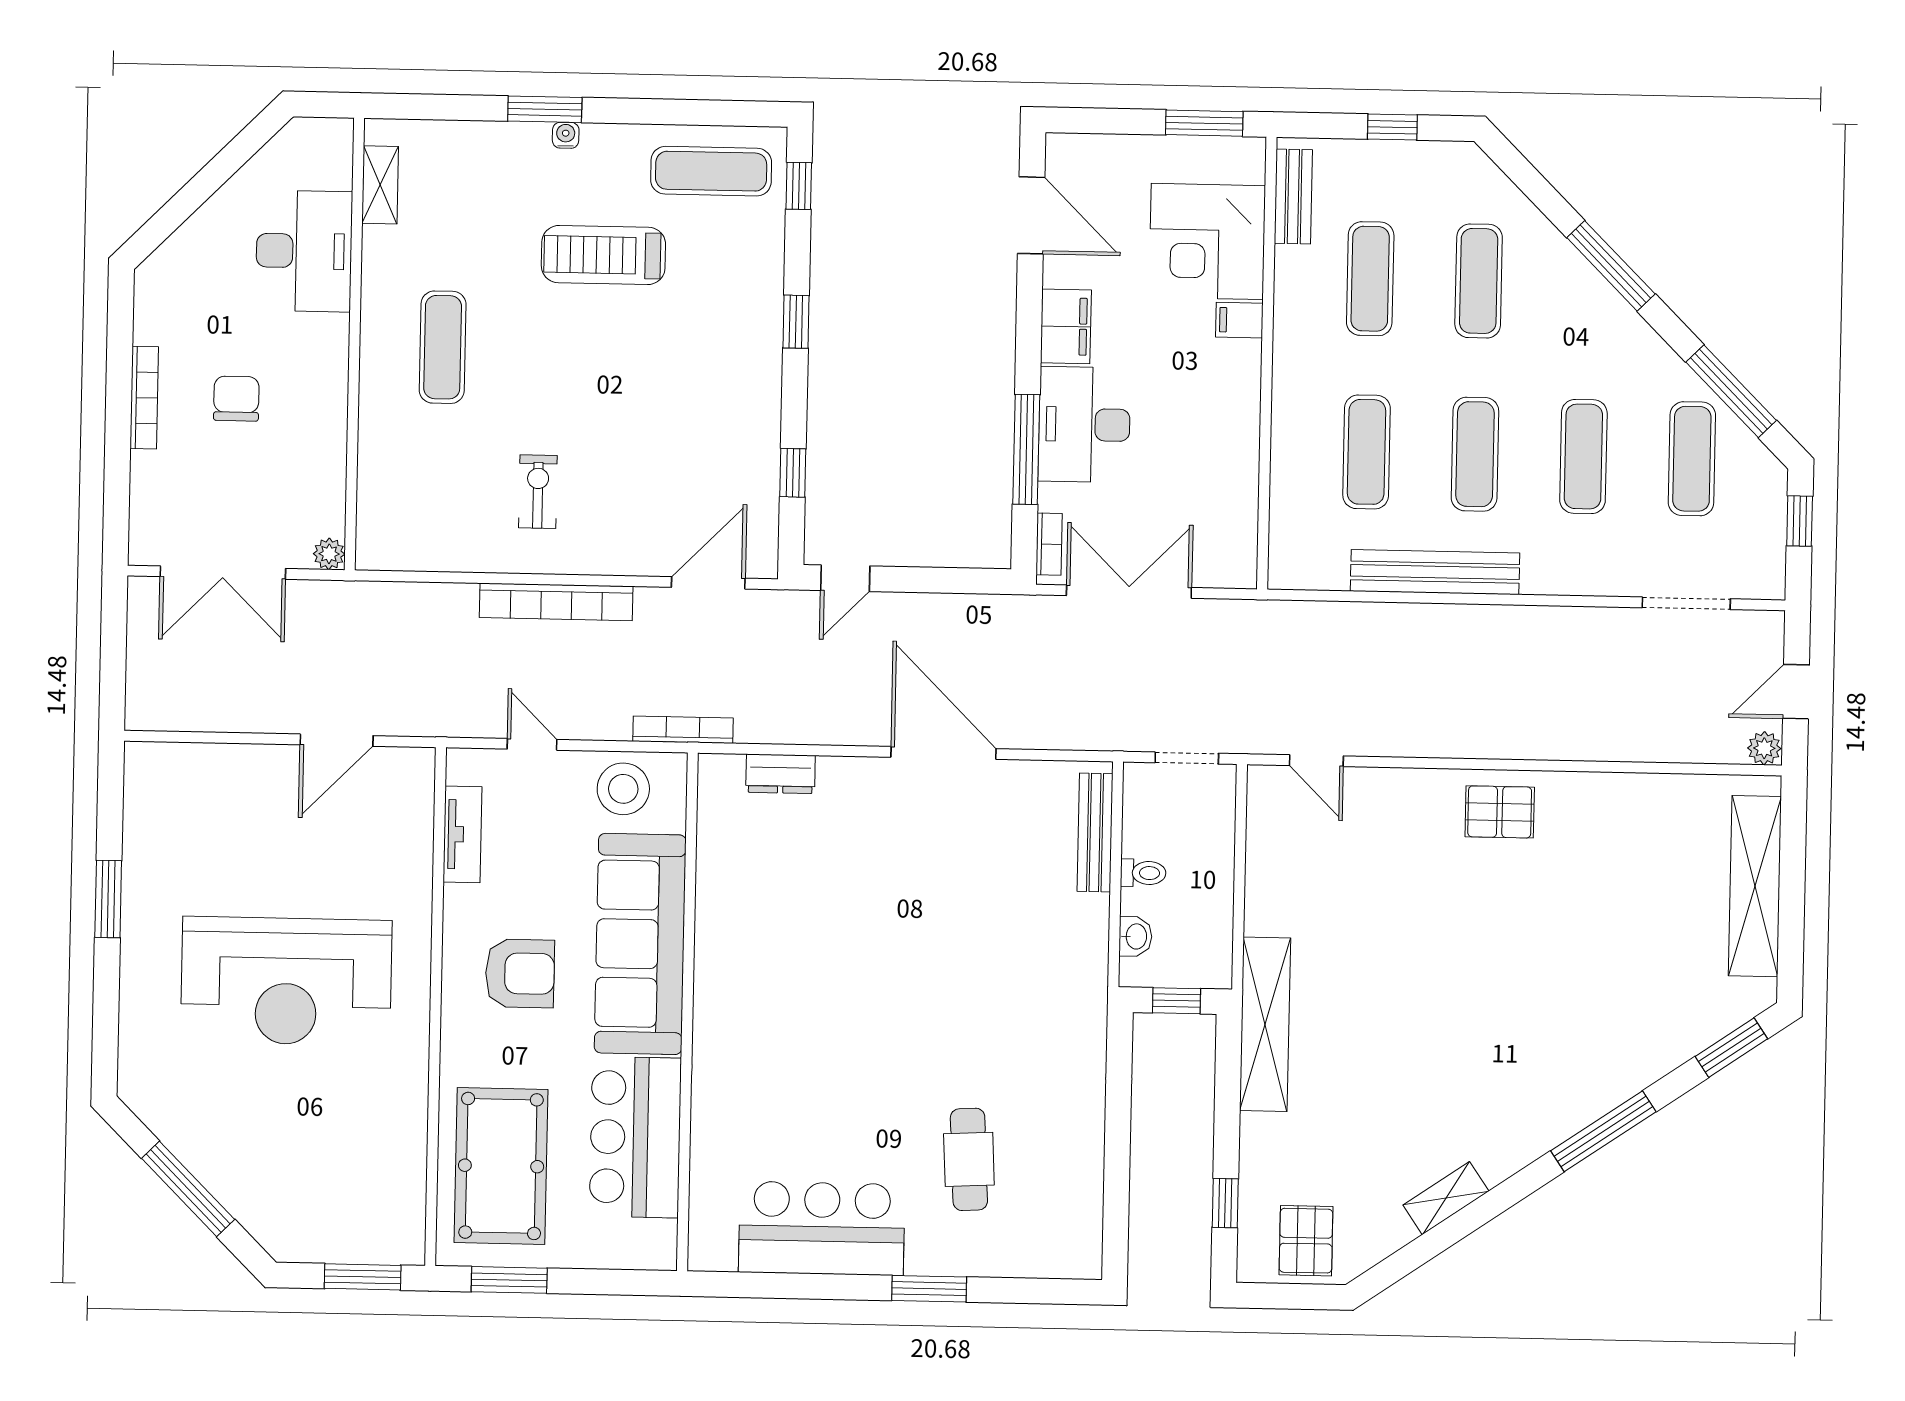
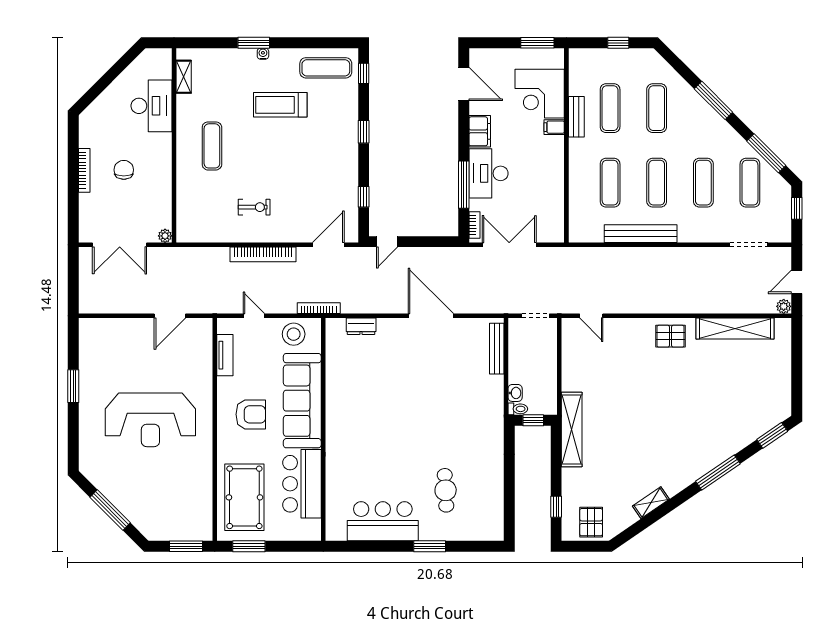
bench: (1293, 196) -> (576, 117), moved
exercise bike: (538, 492) -> (254, 207), turned 90
toilet: (1143, 873) -> (518, 409), moved
shelving: (1755, 886) -> (735, 329), moved, turned 90

